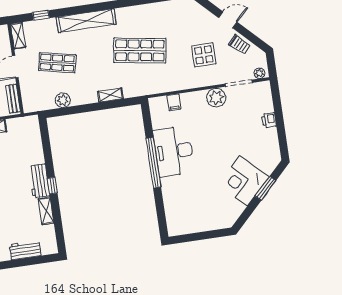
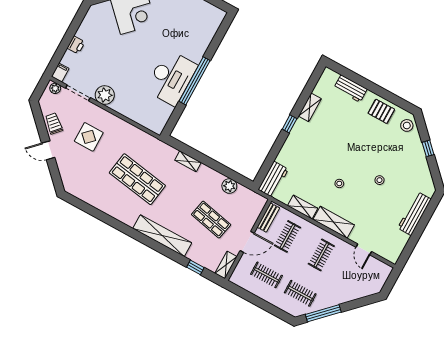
filing cabinet: (174, 102) -> (60, 72), moved
workbench: (39, 181) -> (273, 179), moved

